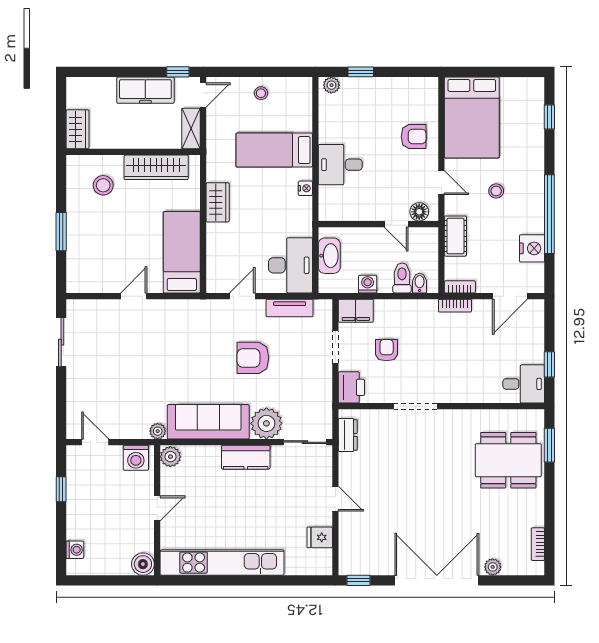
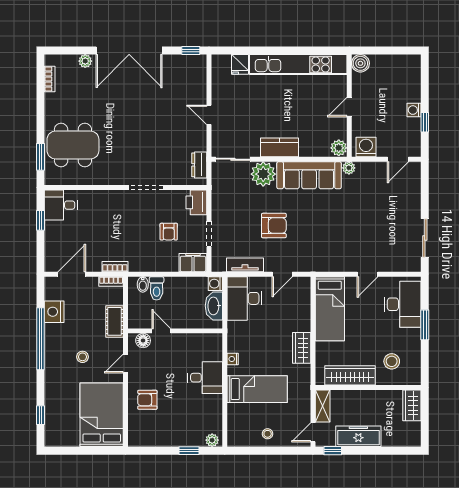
door: (441, 183) -> (126, 363), hinge flipped
desk: (89, 258) -> (403, 304), added
washing machine: (368, 284) -> (215, 284), moved, turned 90
door: (95, 442) -> (398, 159), hinge flipped
fridge: (320, 537) -> (240, 64), moved, turned 90
washing machine: (75, 550) -> (414, 110), moved

